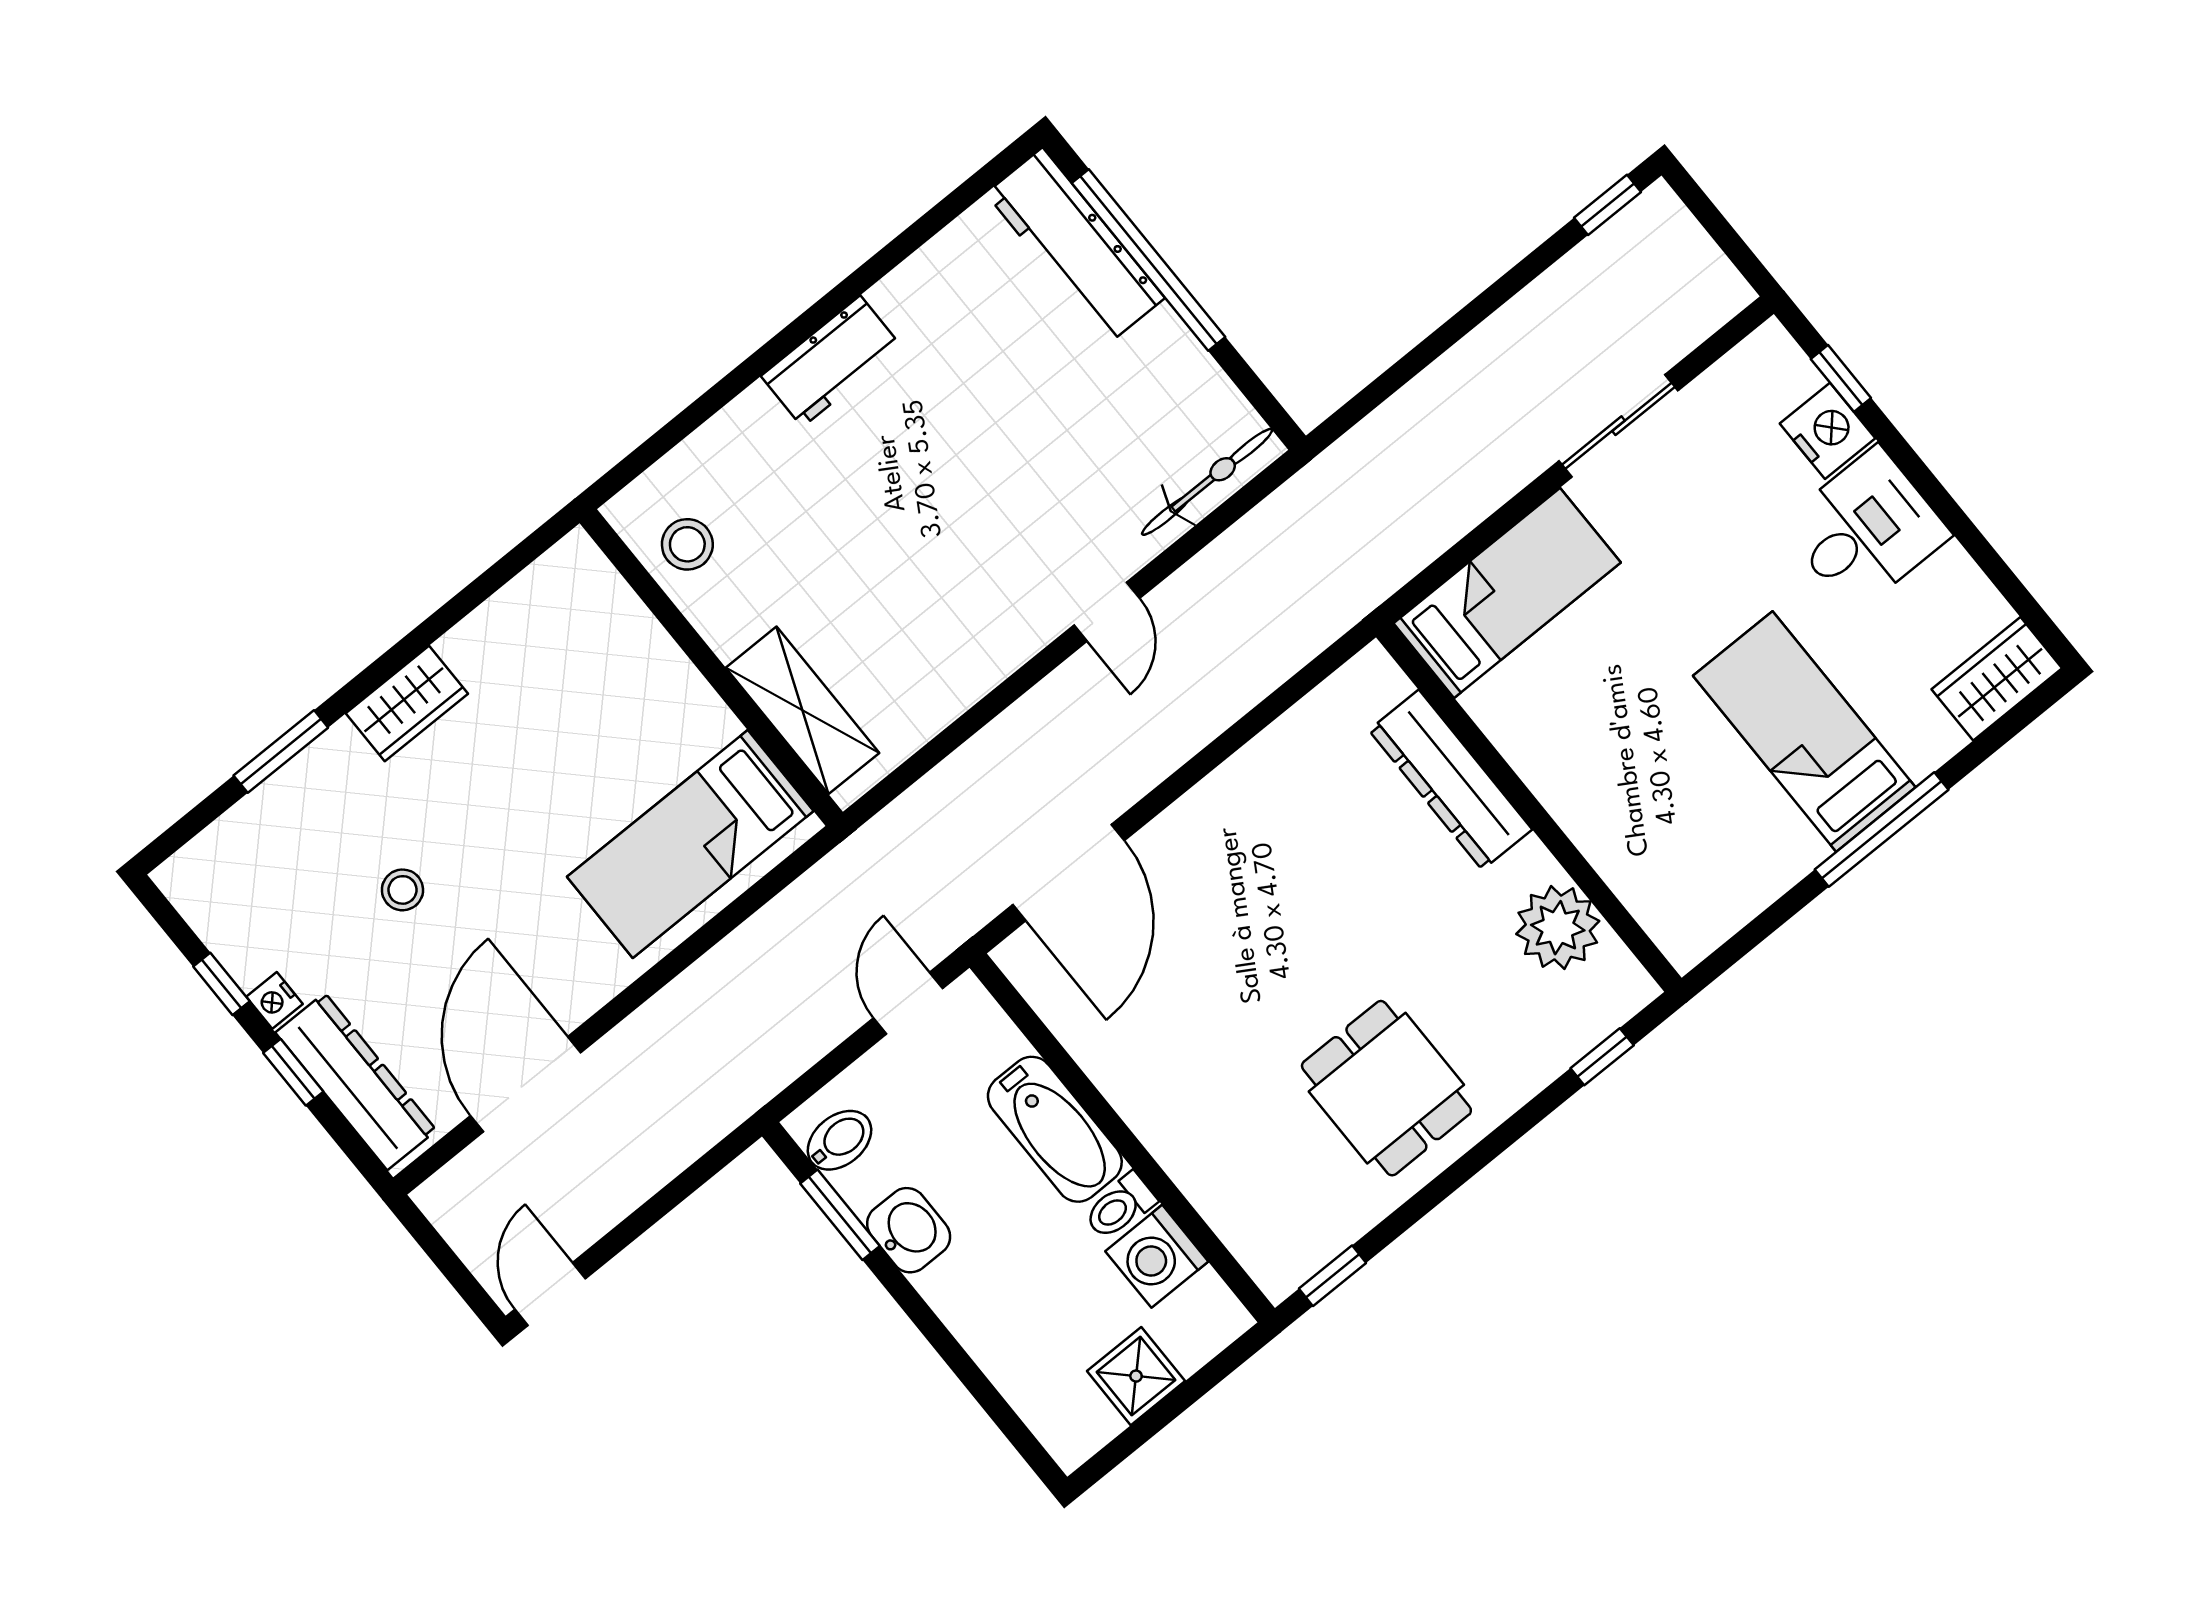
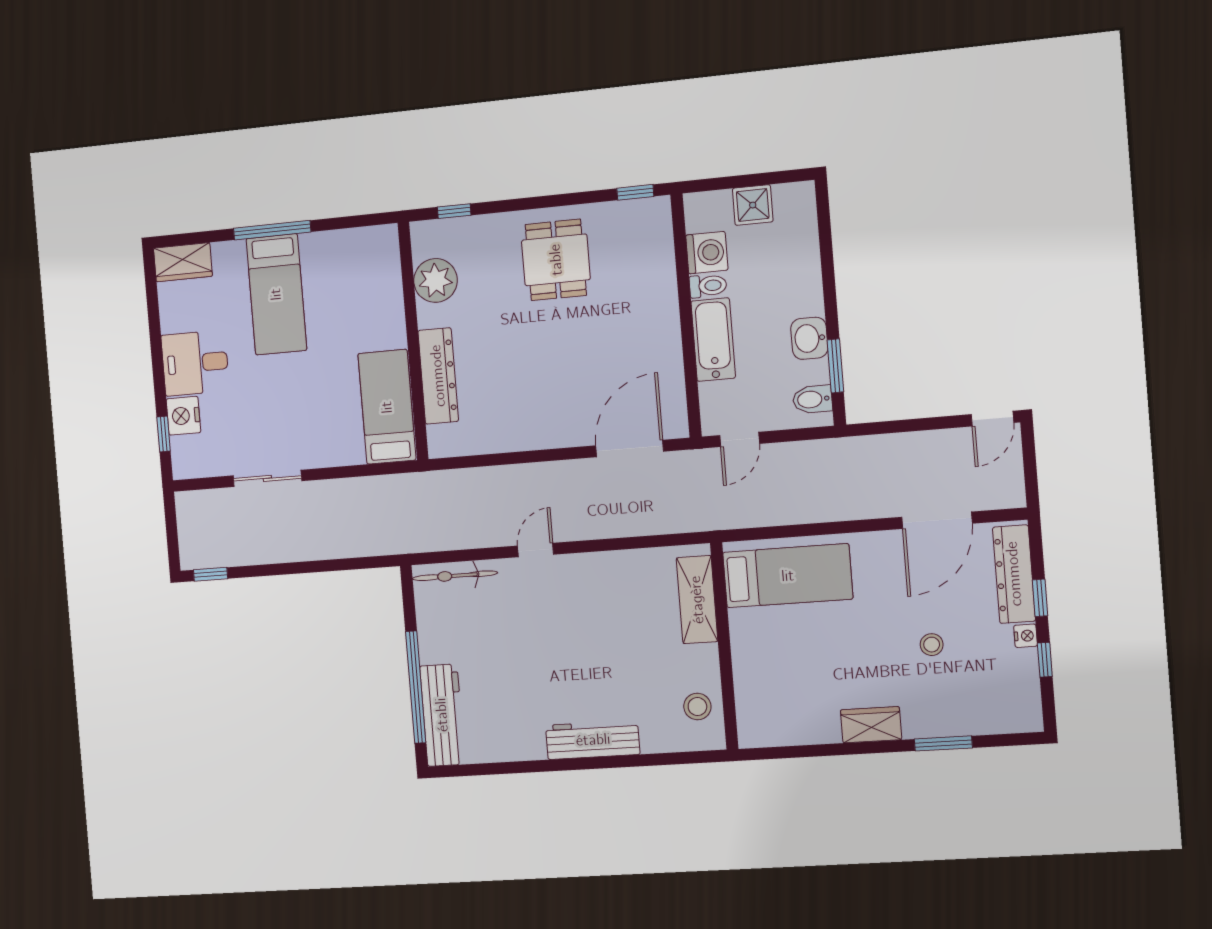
workbench: (831, 361) -> (593, 740), width x1.38
bed: (1507, 593) -> (387, 407), moved, turned 90

